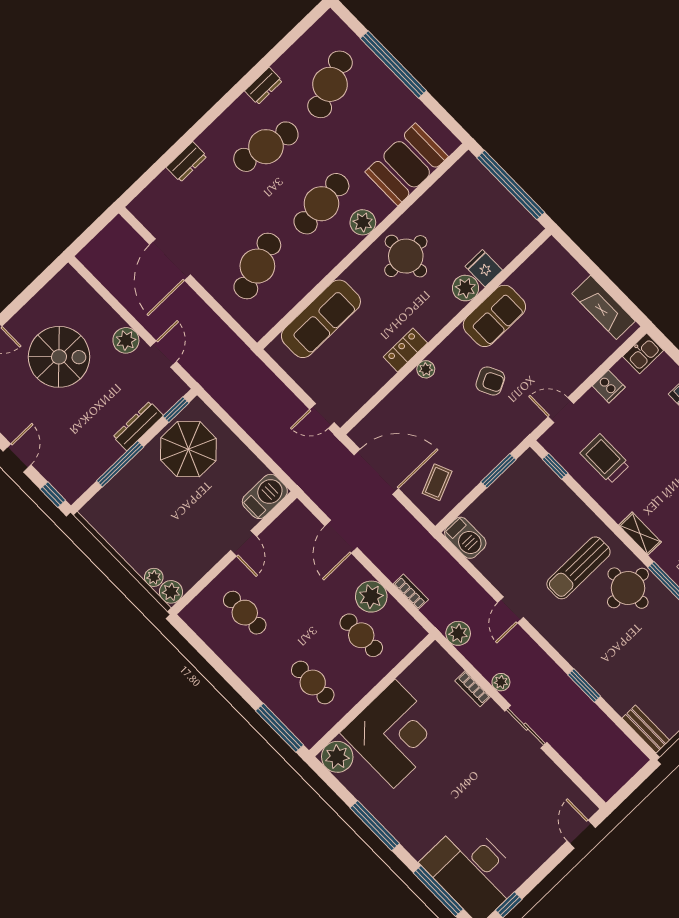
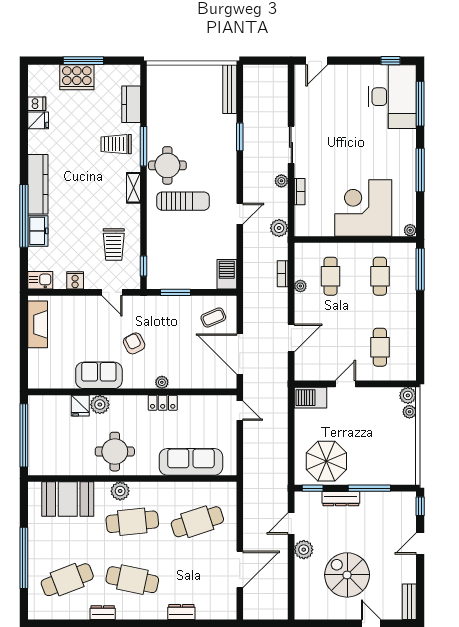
plant: (371, 597) -> (300, 286), width x0.53, depth x0.53
bench: (646, 729) -> (230, 89), width x1.36
plant: (337, 757) -> (410, 230), width x0.53, depth x0.53

